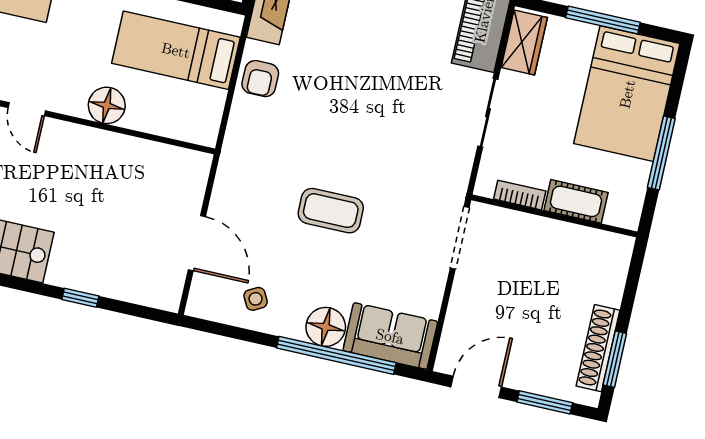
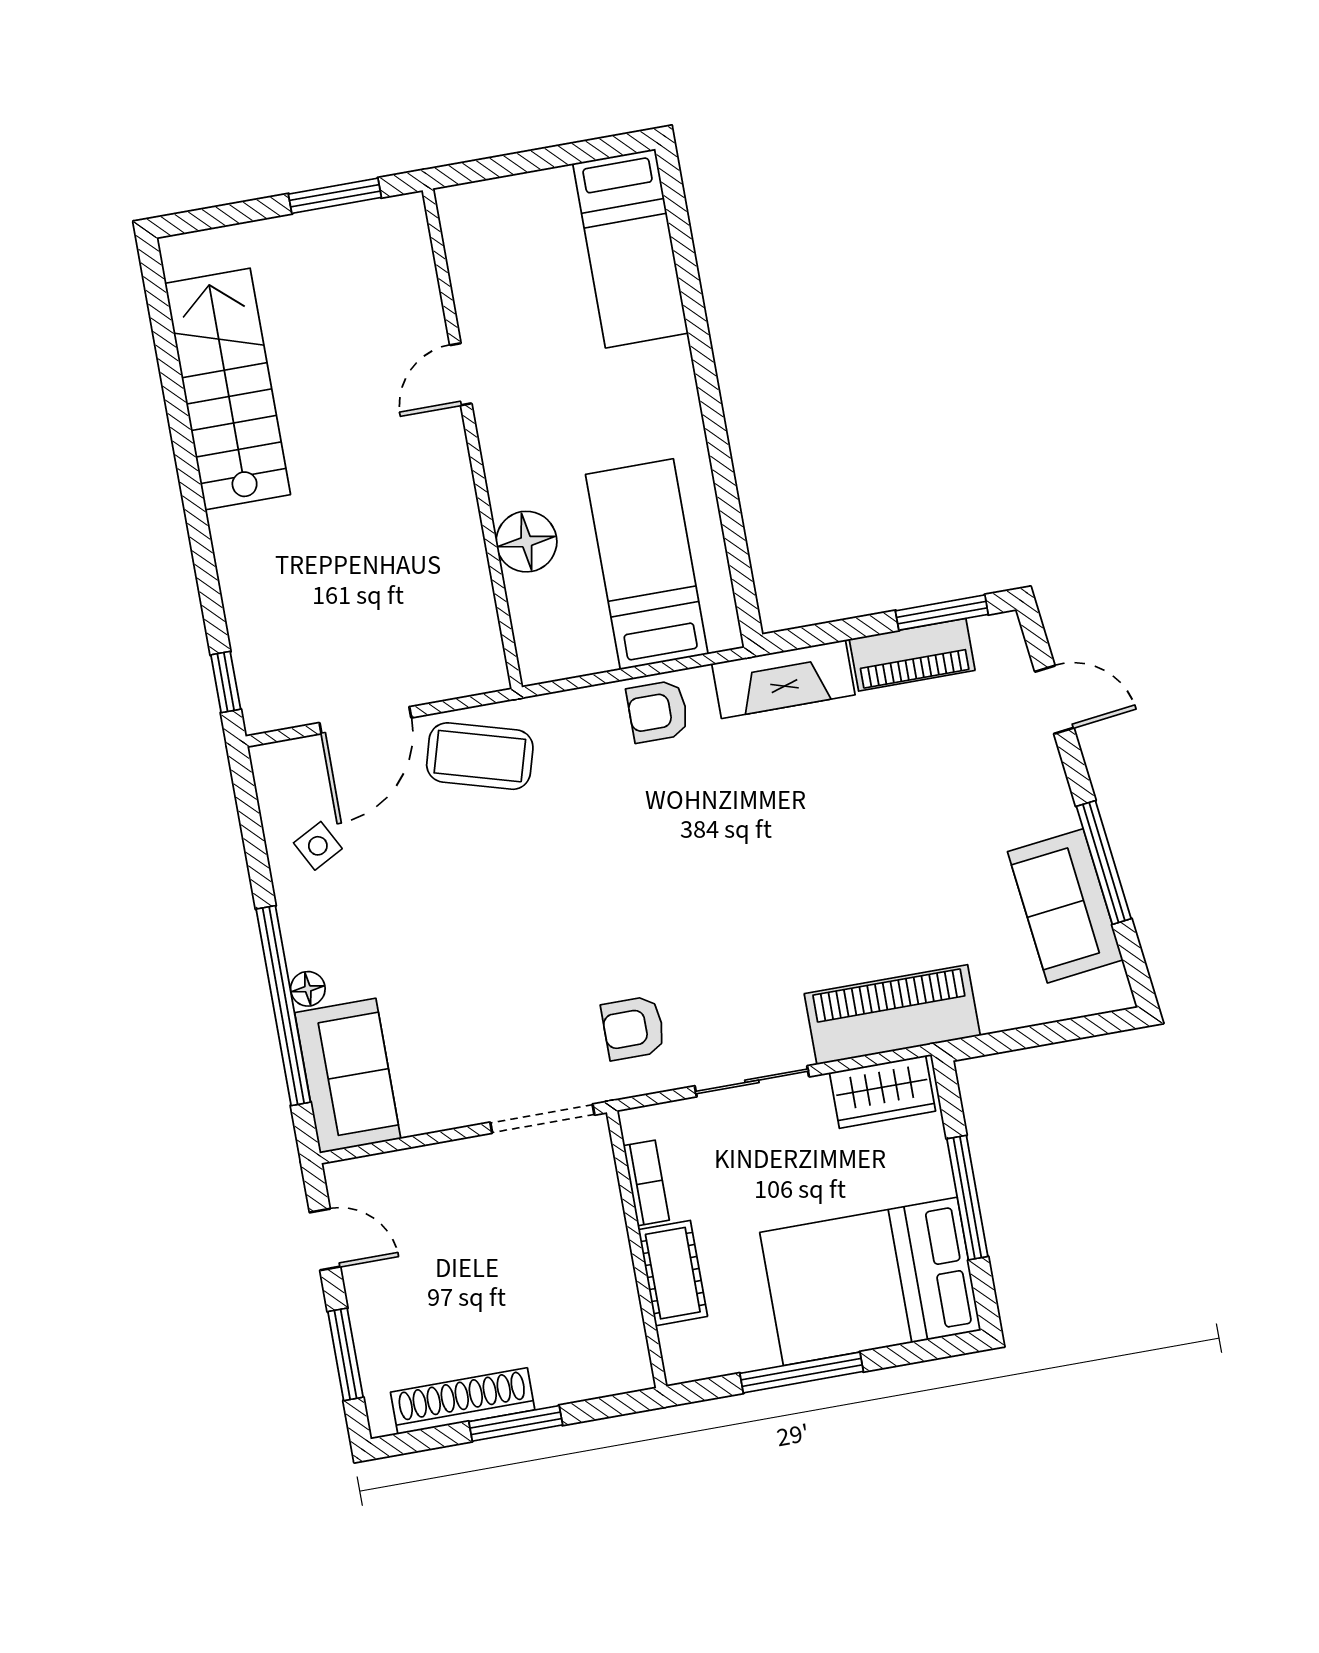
floor lamp: (107, 105) -> (526, 542), moved
armchair: (431, 166) -> (633, 1028), added
coffee table: (331, 211) -> (480, 756), moved, turned -74
window: (80, 298) -> (226, 682), moved
floor lamp: (326, 327) -> (308, 989), width x0.53, depth x0.53
window: (615, 359) -> (516, 1423), moved
door: (476, 387) -> (325, 1240), width x0.73

